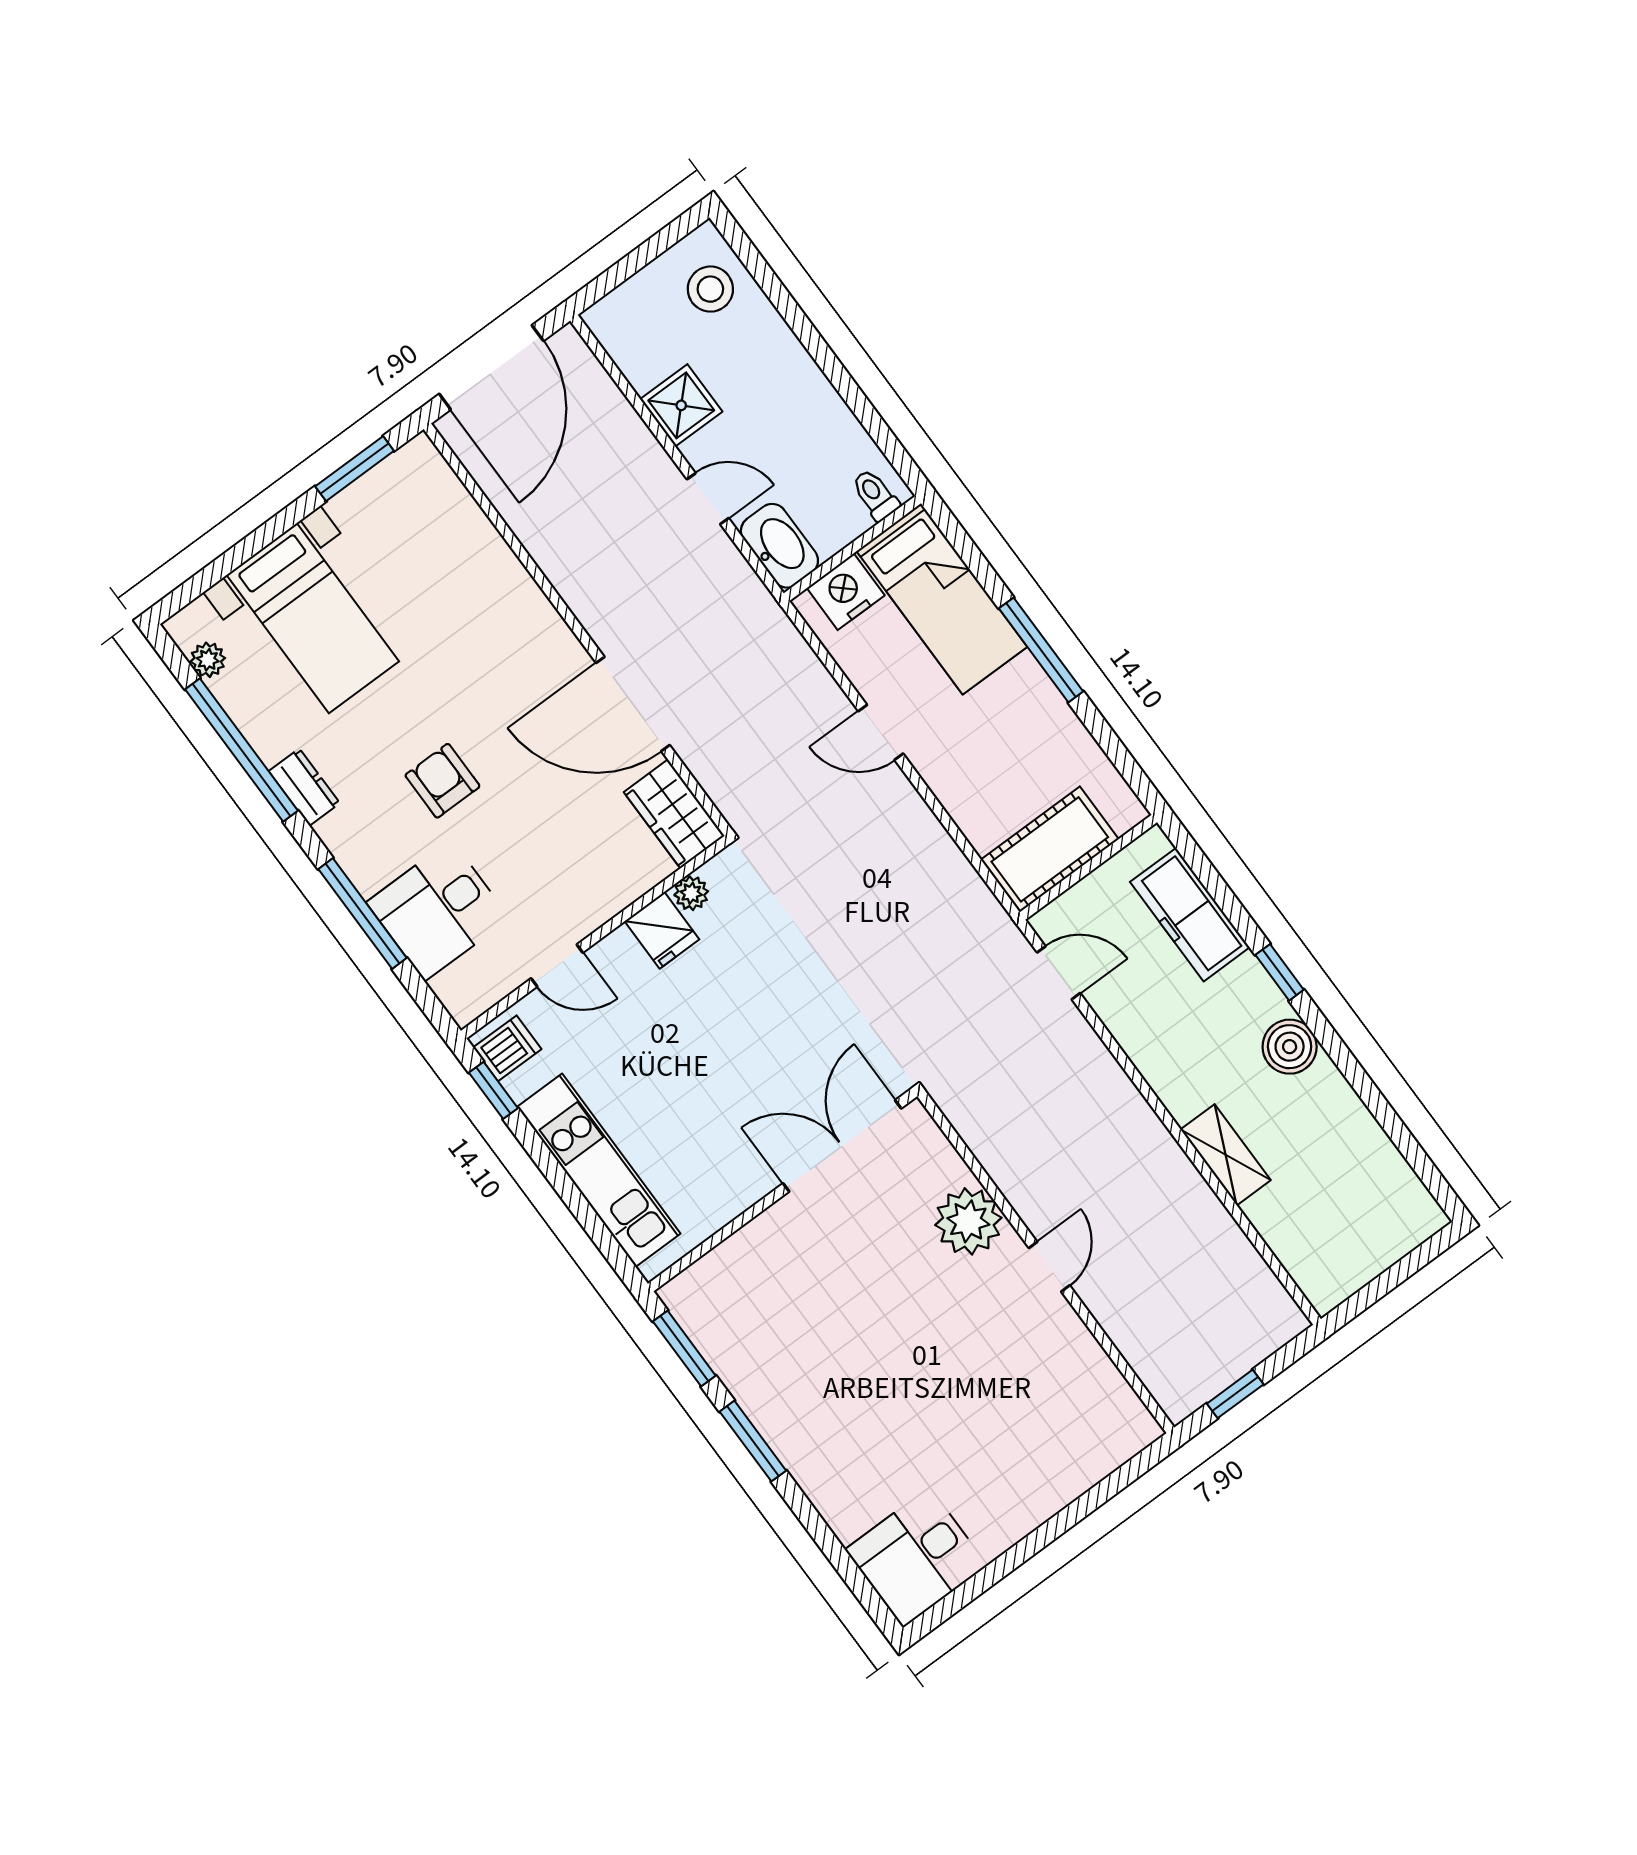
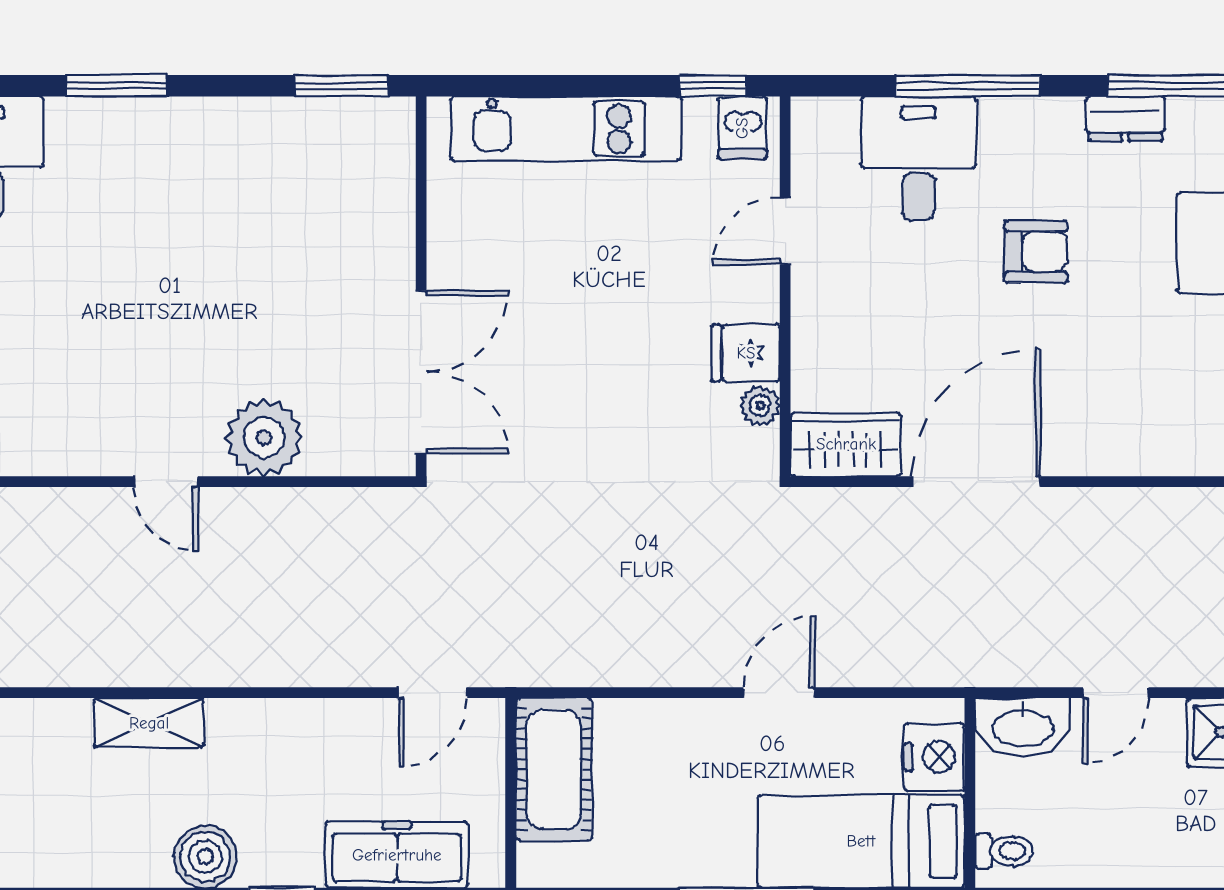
window: (753, 1441) -> (116, 86), moved

